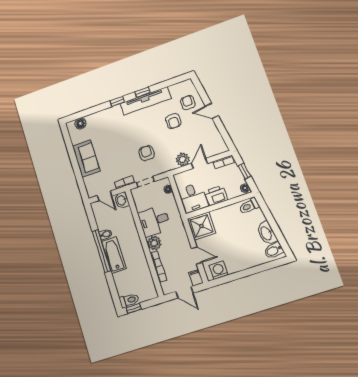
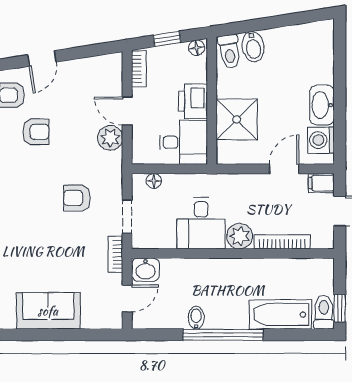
shower: (201, 226) -> (237, 119), moved
washbasin: (266, 233) -> (322, 105), moved, turned 99
bidet: (274, 251) -> (253, 47), moved
bathtub: (114, 255) -> (280, 314), moved

